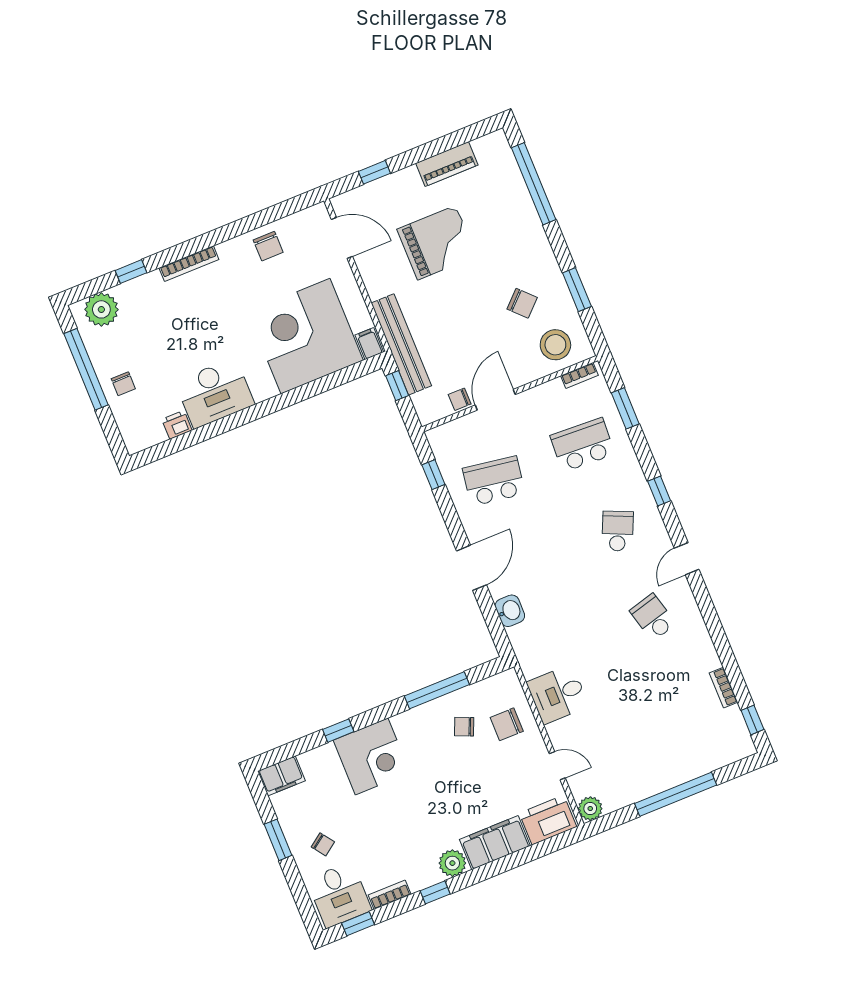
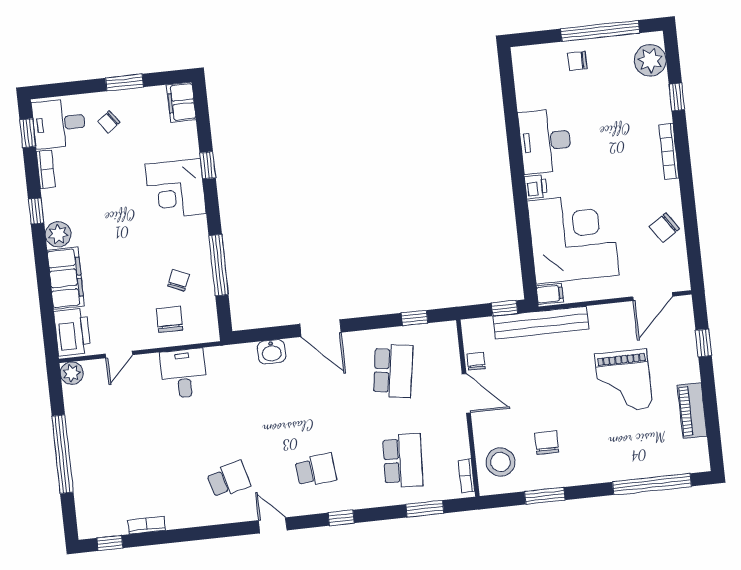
chair: (268, 246) -> (664, 228), turned -34
chair: (522, 303) -> (547, 443), turned 134
printer: (177, 425) -> (536, 187), moved
school desk: (618, 531) -> (316, 470), turned -30

